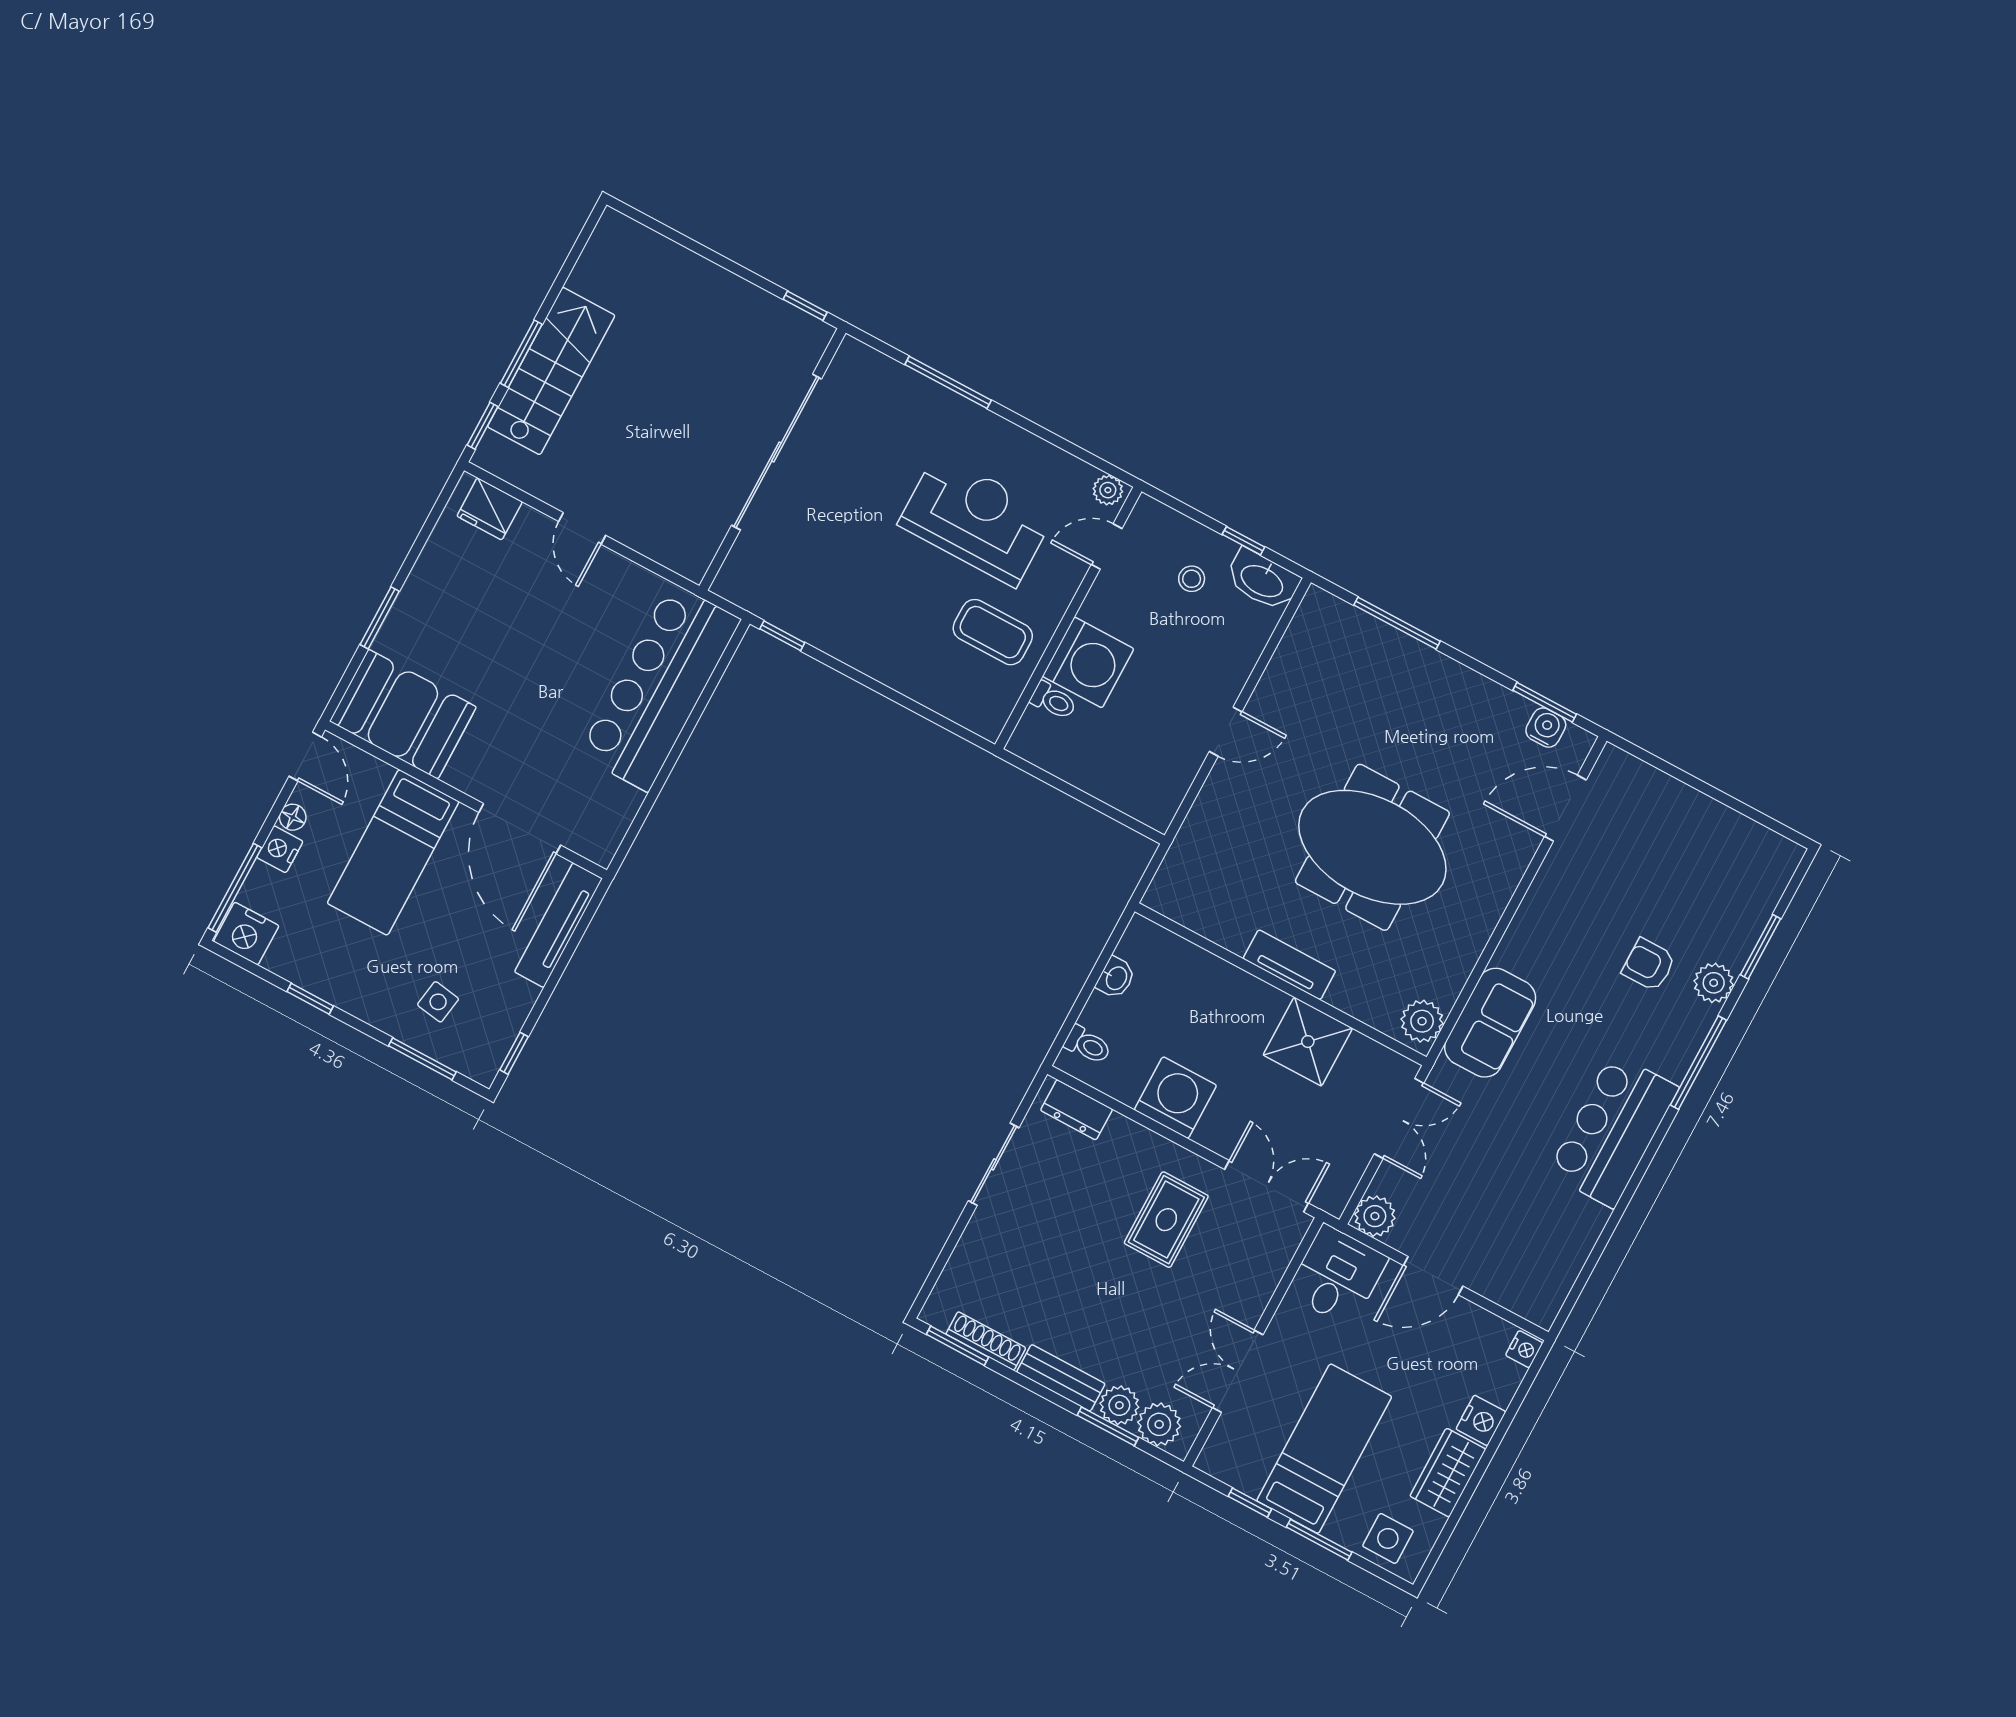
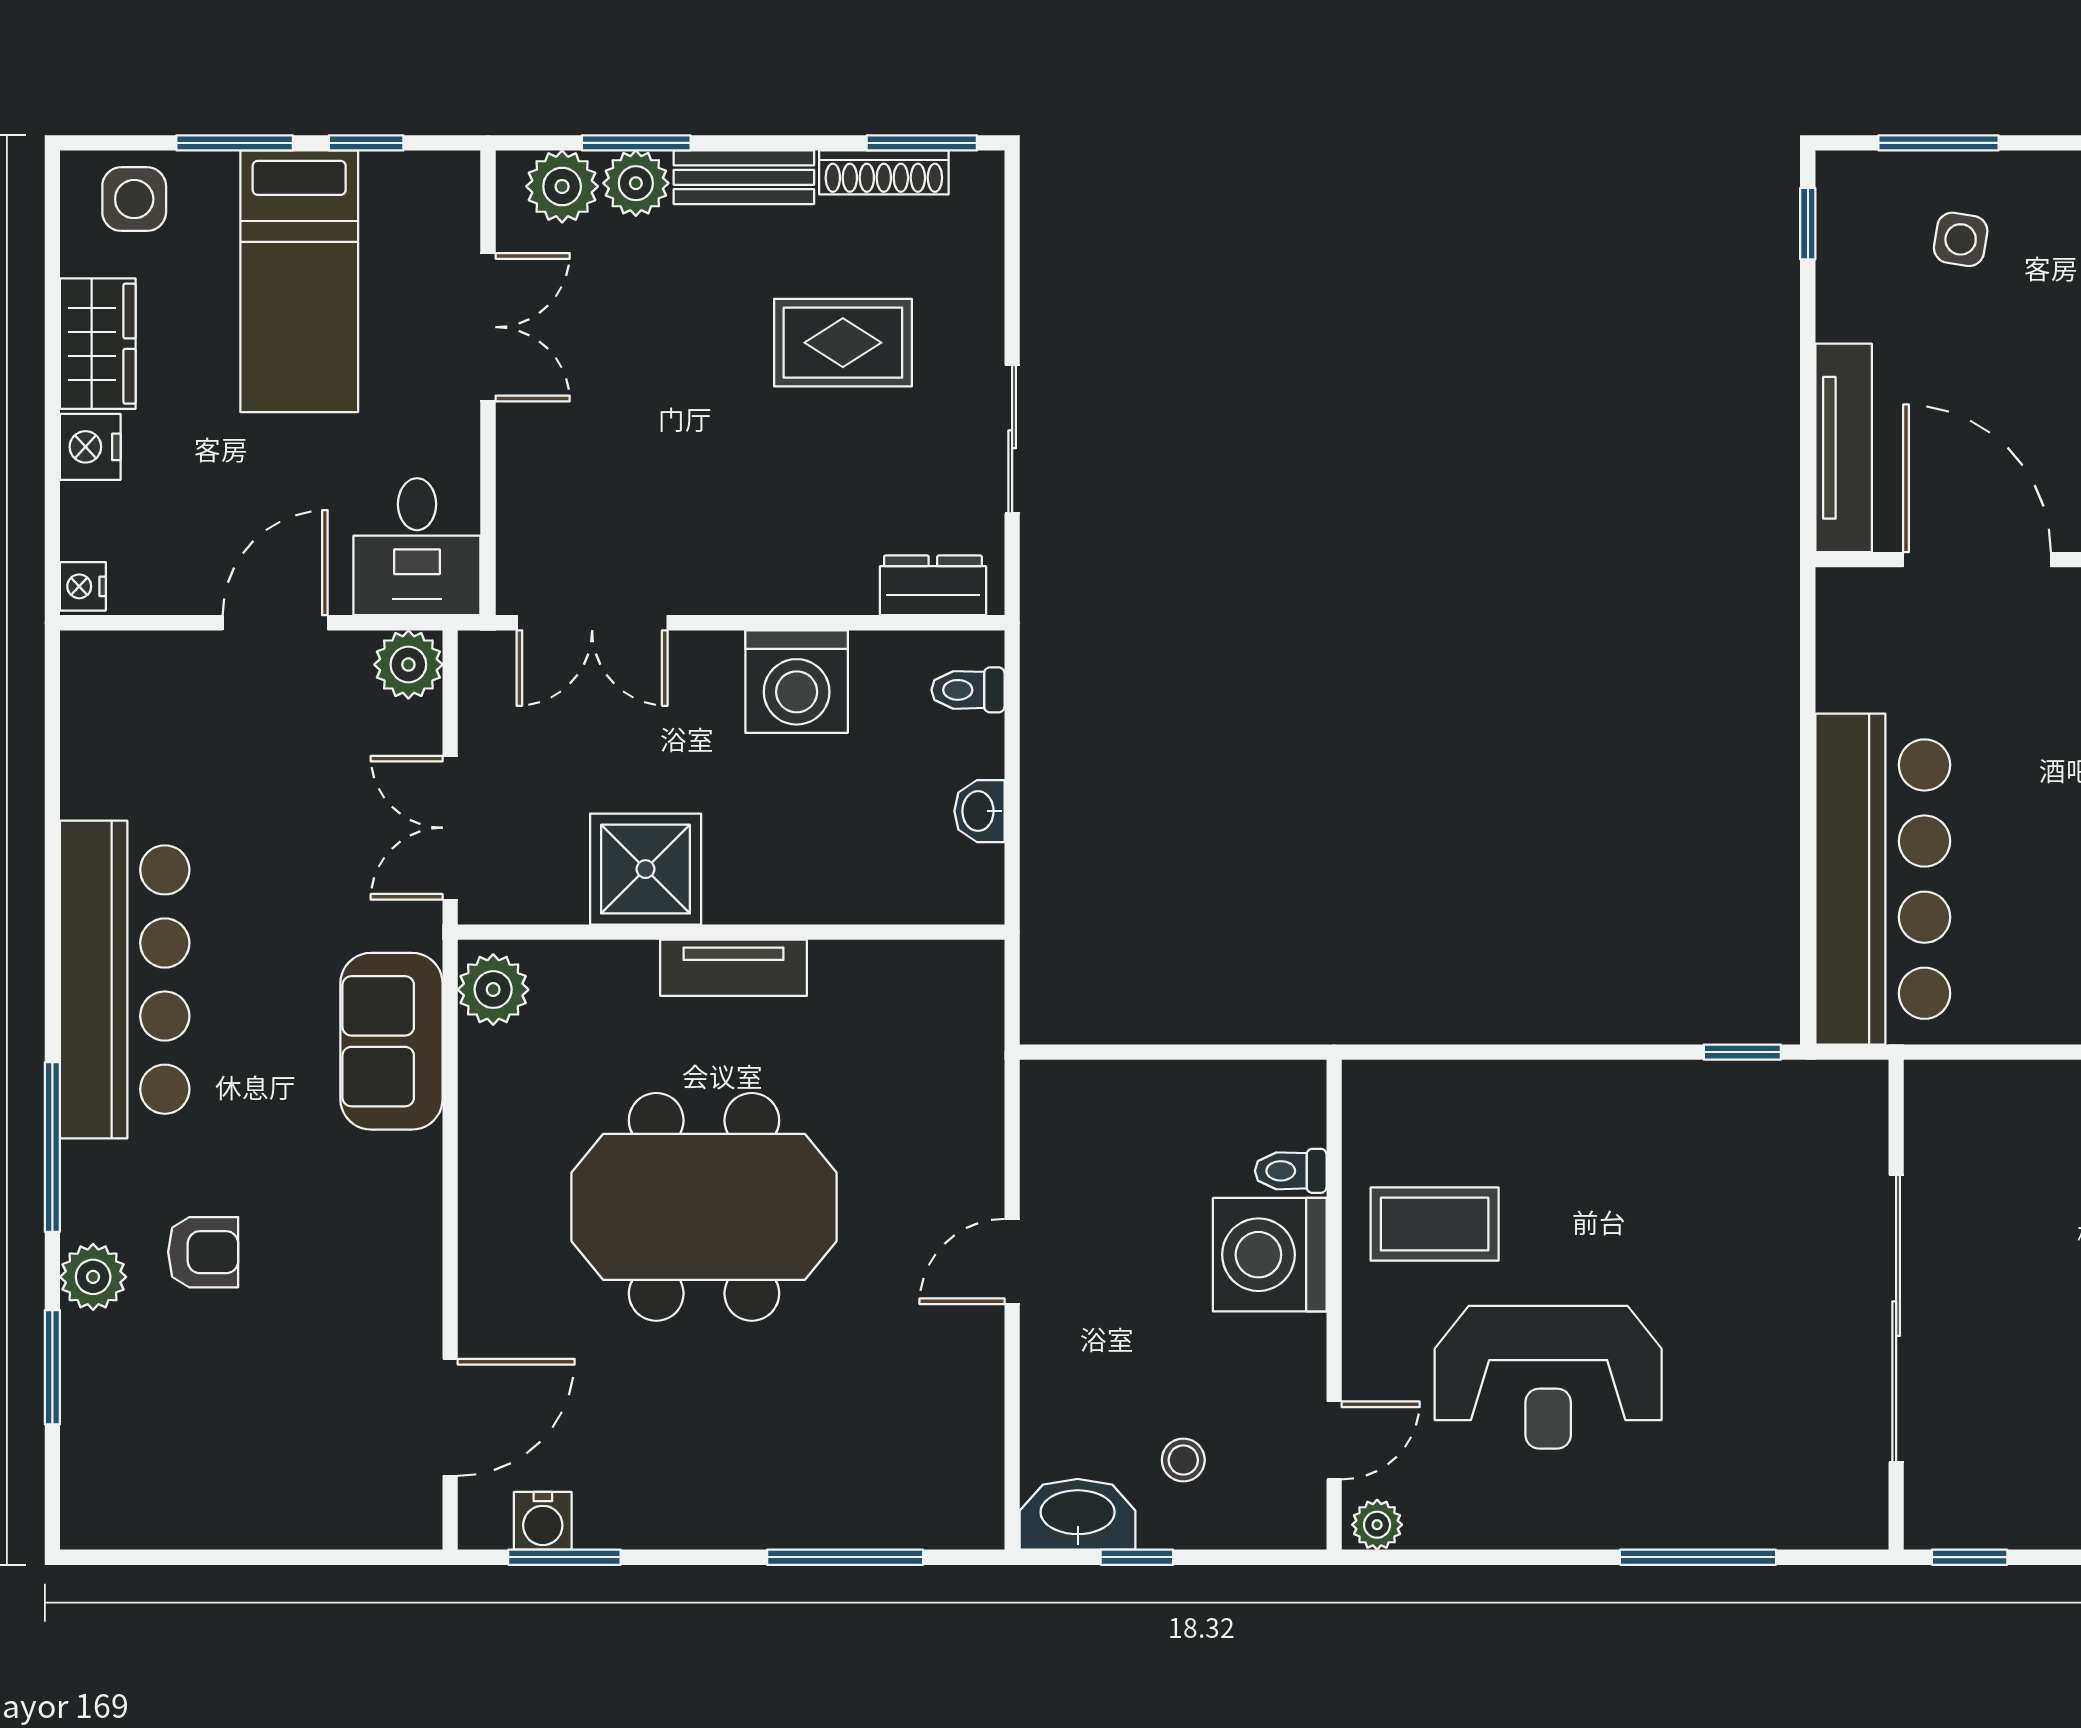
bar counter: (1613, 1130) -> (125, 980), width x1.36
rug: (1166, 1220) -> (843, 343), moved, turned 90

